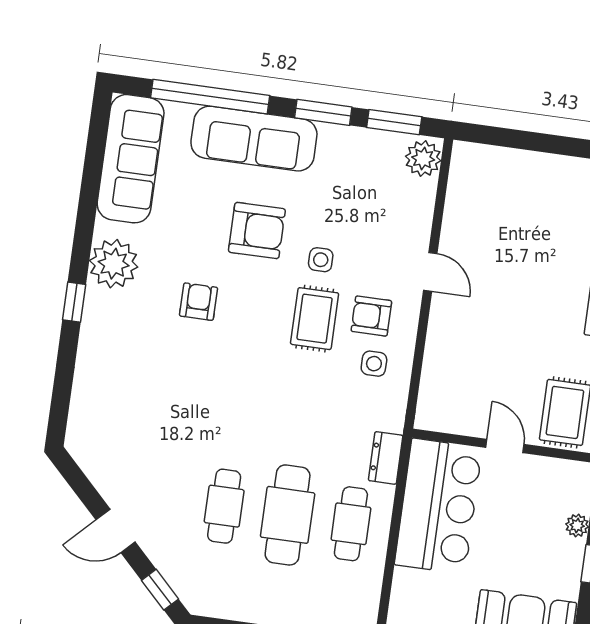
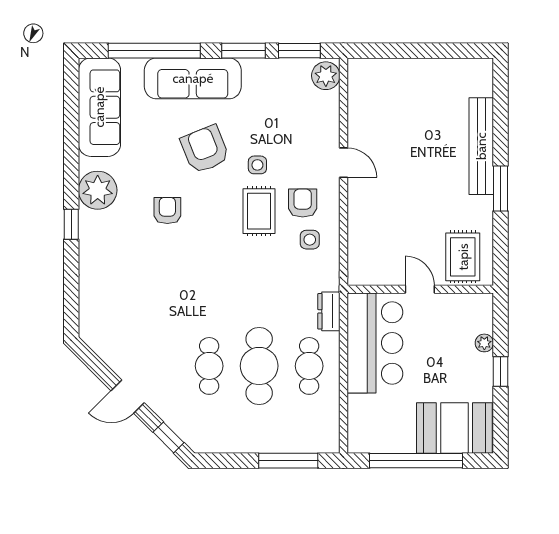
armchair: (257, 231) -> (205, 149), turned -112
armchair: (371, 316) -> (303, 203), turned 90

